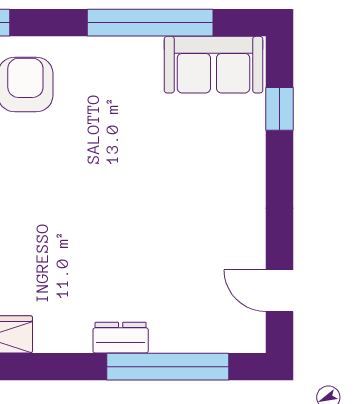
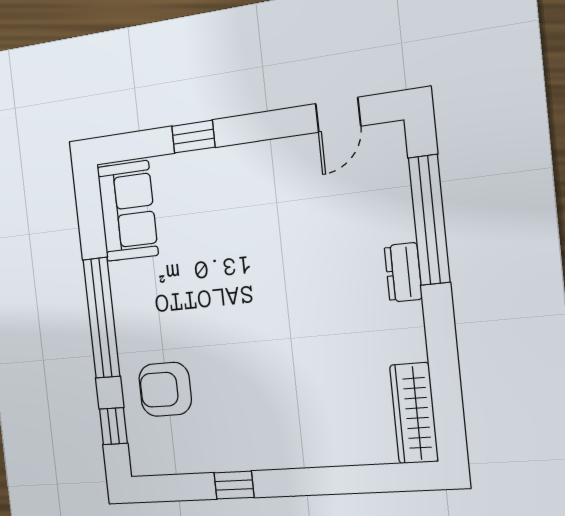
window: (150, 23) -> (101, 318), moved
window: (279, 109) -> (193, 137), moved

